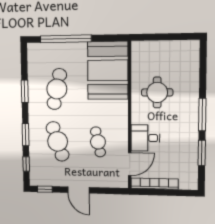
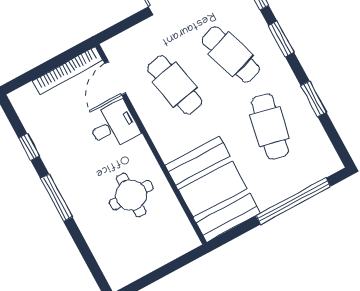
cafe table: (98, 142) -> (175, 85), width x1.37, depth x1.35
window: (202, 153) -> (29, 147), width x0.67

